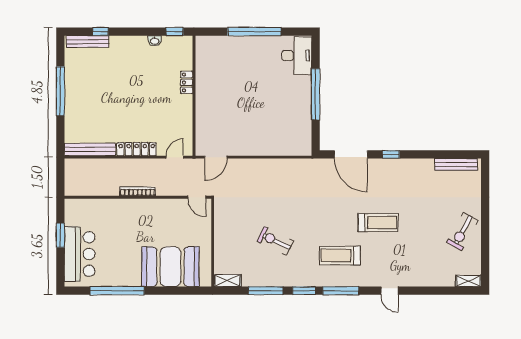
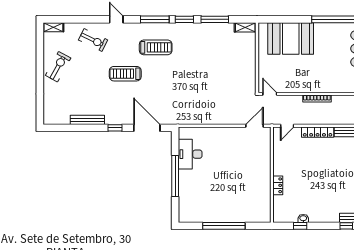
window: (175, 32) -> (300, 226), moved
desk: (297, 56) -> (190, 154), moved
bench: (456, 164) -> (87, 120), moved
exercise bike: (275, 241) -> (93, 40), moved

